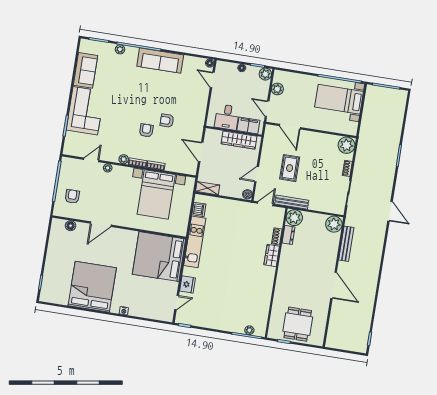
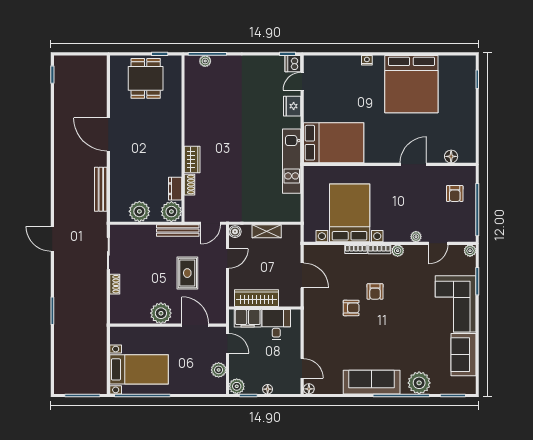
plant: (120, 49) -> (419, 383), width x1.88, depth x1.88
plant: (346, 145) -> (161, 313), moved
plant: (68, 150) -> (470, 251), added
shelving: (208, 188) -> (267, 231), moved
dishwasher: (199, 209) -> (293, 64), moved
plant: (334, 224) -> (139, 211), moved
bed: (159, 257) -> (334, 143), width x0.73

